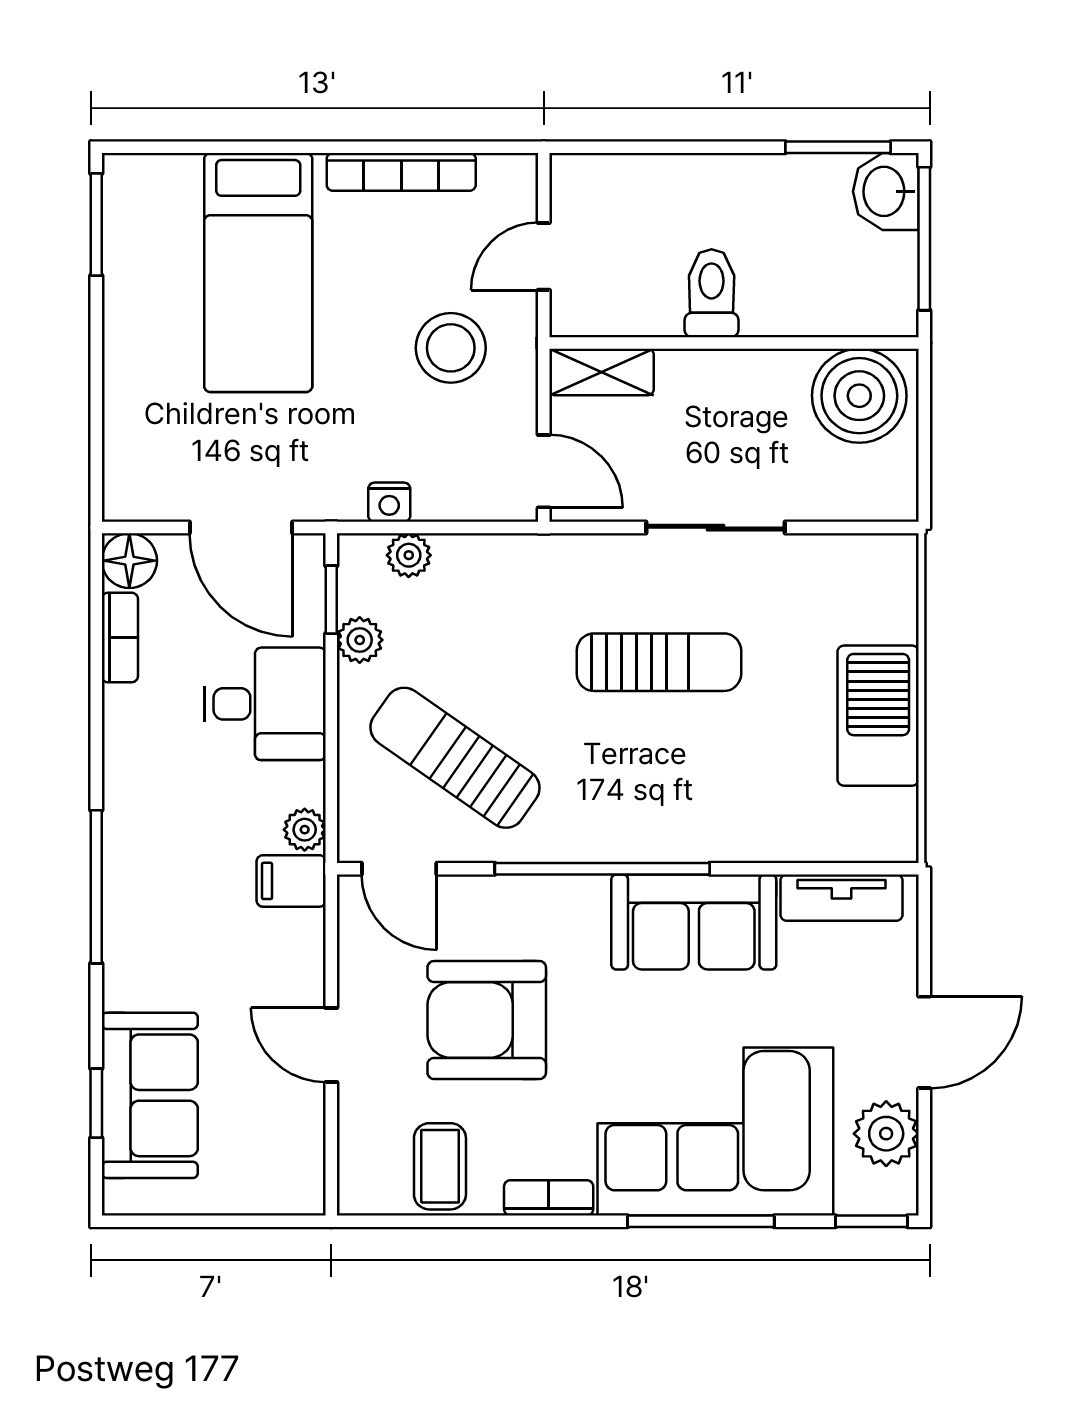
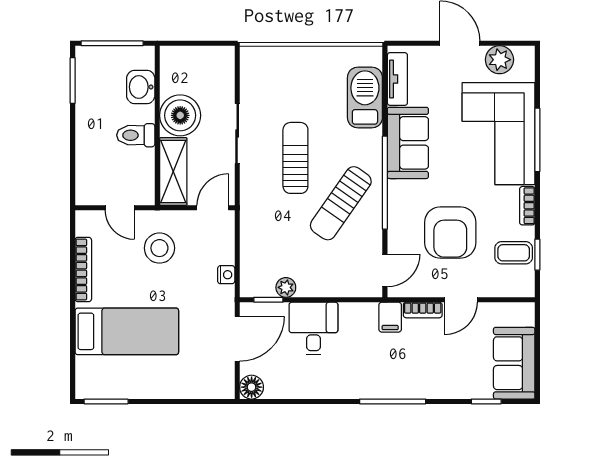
washbasin: (886, 191) -> (141, 87), moved, turned 90
shelving: (602, 372) -> (173, 172), width x1.50, depth x1.33
boiler: (859, 396) -> (180, 115), moved
plant: (409, 555) -> (249, 266), removed
bookcase: (120, 638) -> (423, 310), moved, turned 180
barbecue: (878, 716) -> (365, 98), moved, turned 90
sun lounger: (455, 758) -> (341, 203), moved
plant: (305, 830) -> (368, 311), removed
sofa: (150, 1095) -> (514, 363), moved, turned -90
window: (872, 1221) -> (537, 255), moved

